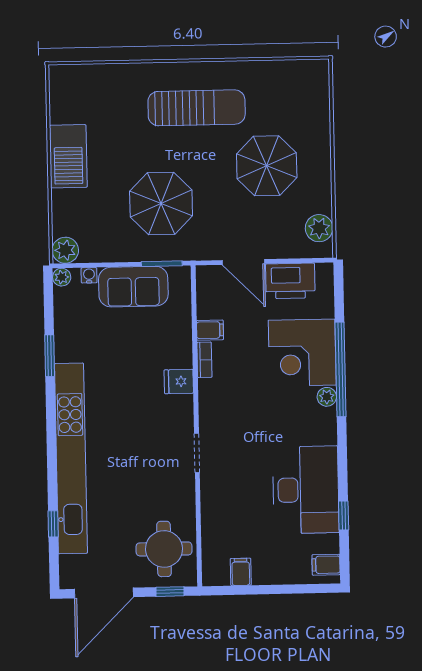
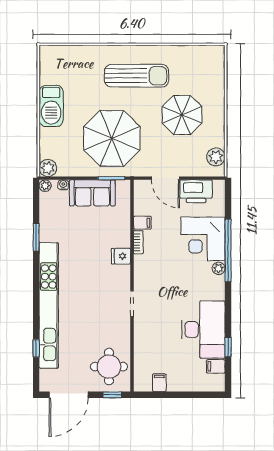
parasol: (161, 203) -> (112, 138), width x1.36, depth x1.36
filing cabinet: (326, 565) -> (216, 366), moved

